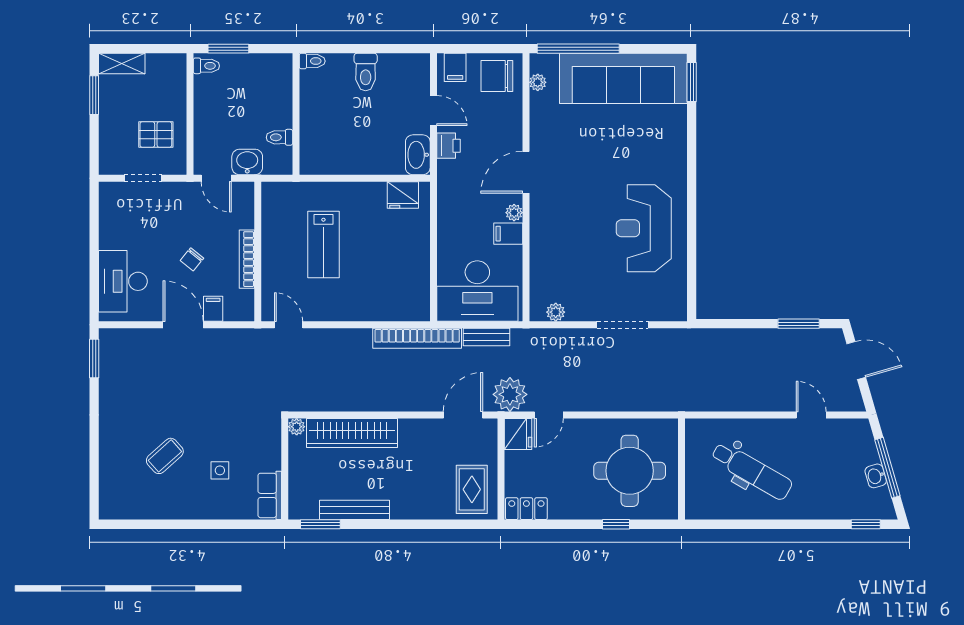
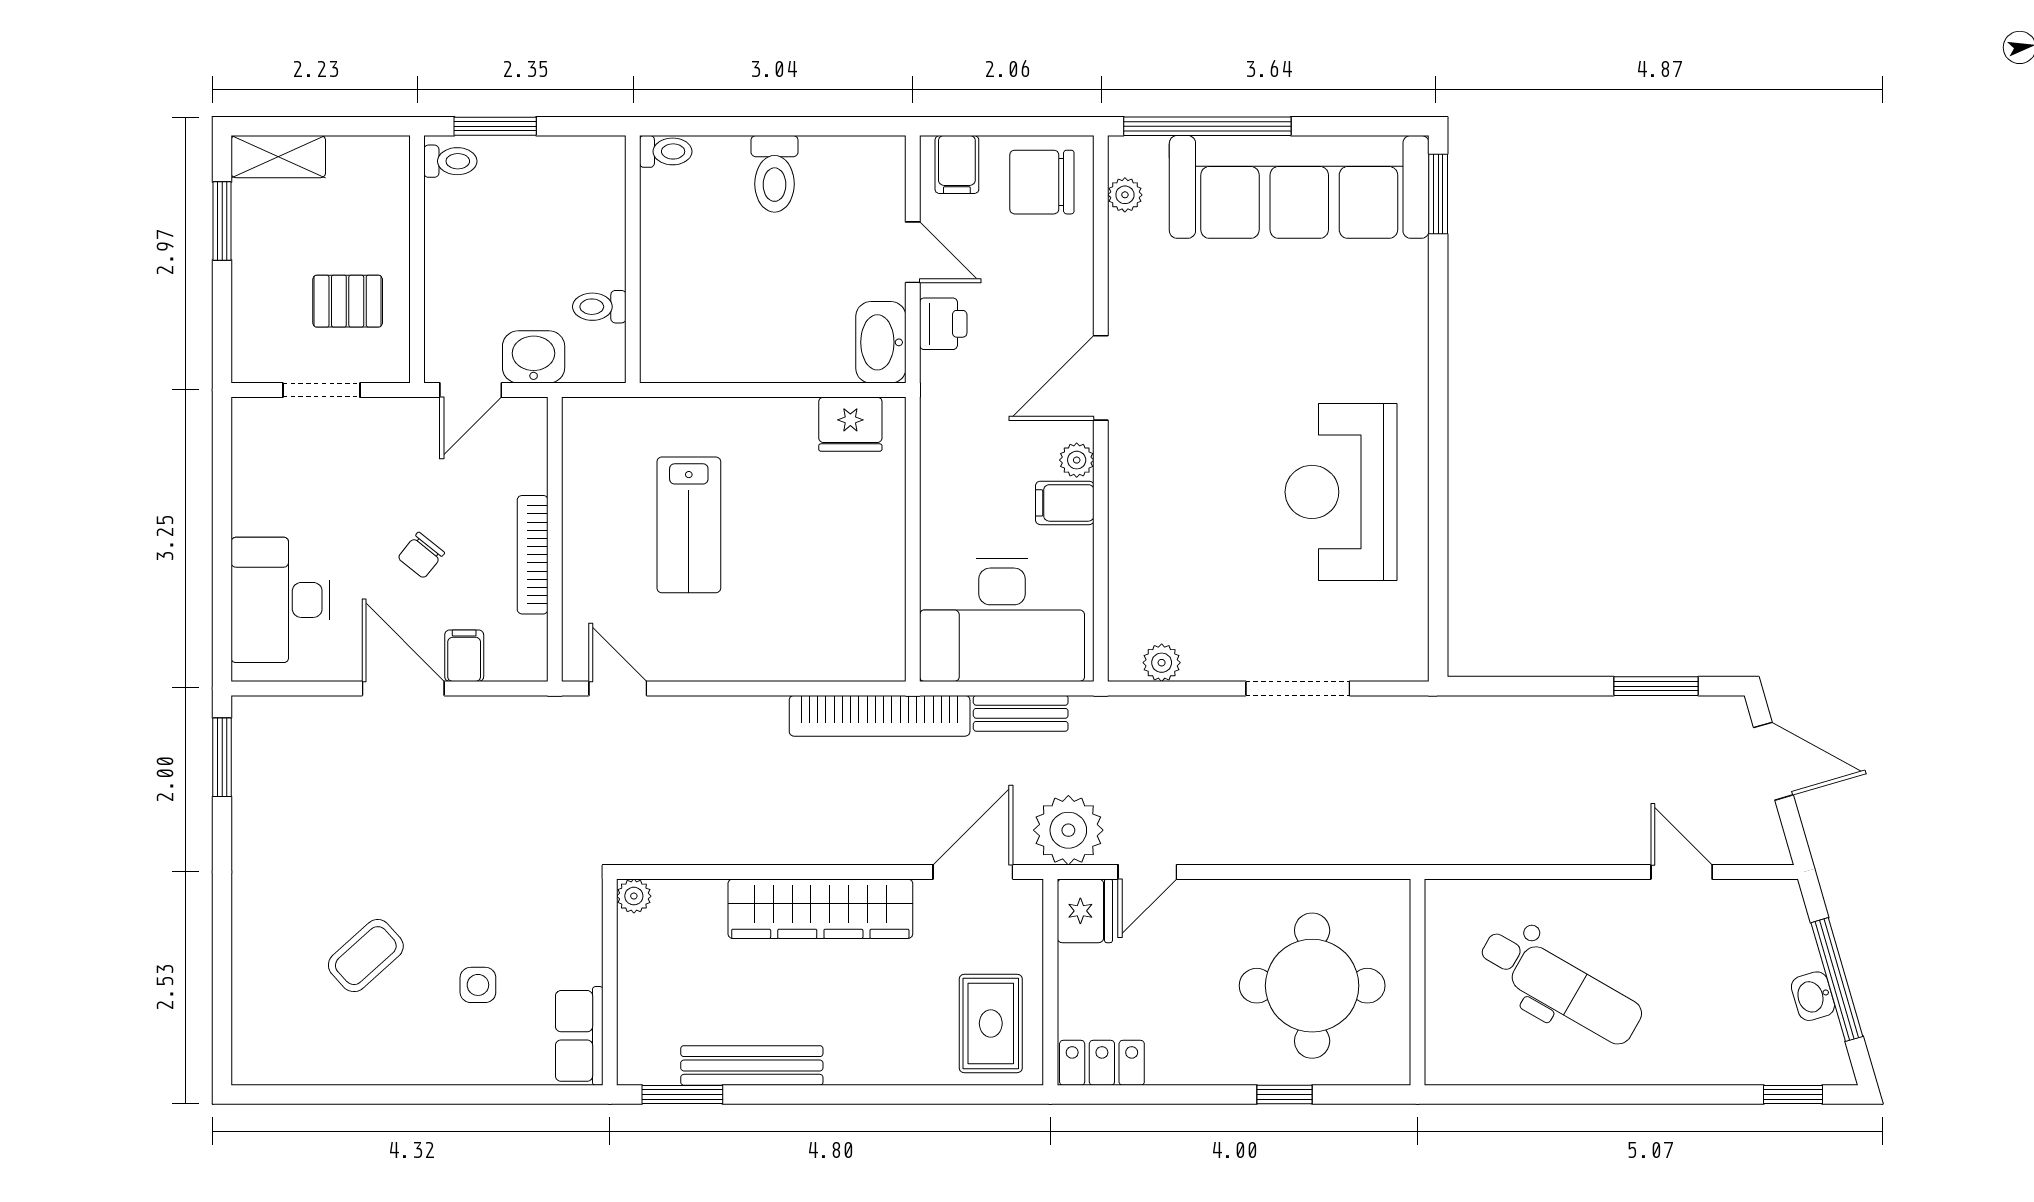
door: (216, 178) -> (471, 390), hinge flipped
wardrobe: (352, 433) -> (820, 909), moved

